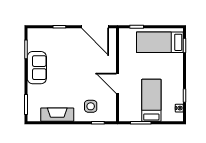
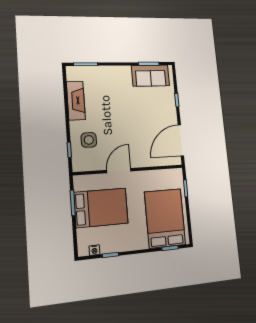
bed: (160, 42) -> (165, 218), width x1.50
sofa: (37, 68) -> (151, 76), moved
bed: (151, 100) -> (101, 208), width x1.50

